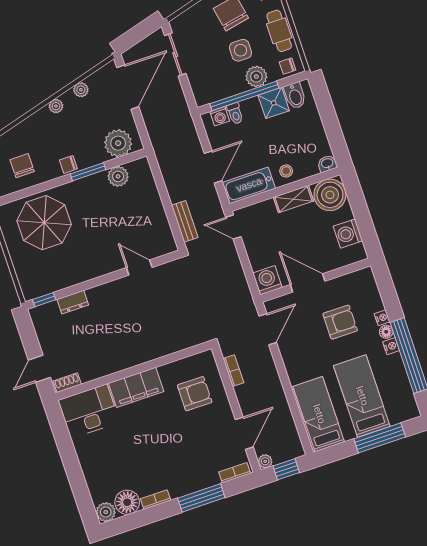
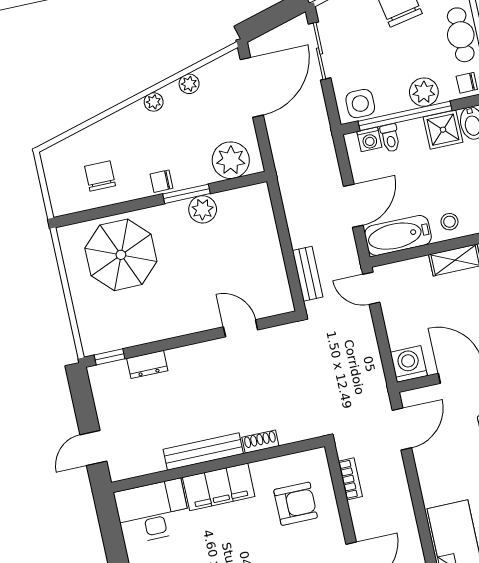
side table: (241, 50) -> (360, 104), moved
plant: (118, 176) -> (203, 209), moved
bench: (122, 362) -> (203, 451), added
shoe rack: (67, 383) -> (260, 442), moved

